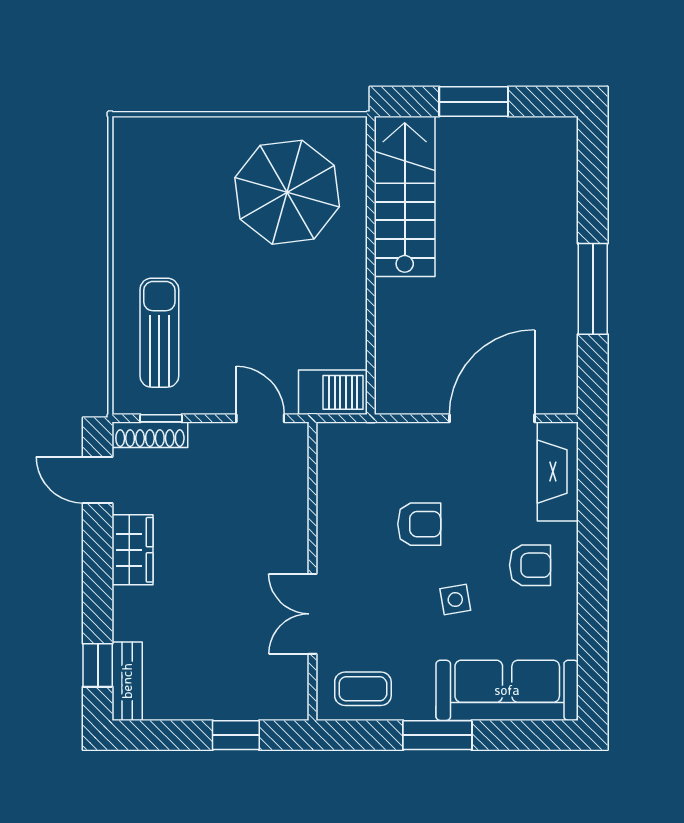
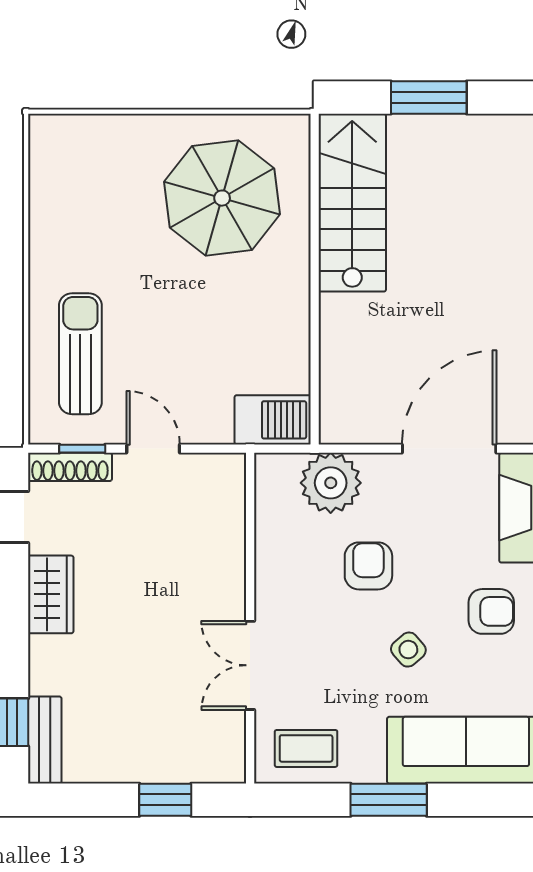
door: (260, 418) -> (153, 449), moved
plant: (385, 449) -> (331, 483), added
armchair: (419, 524) -> (368, 566), turned -90
side table: (455, 600) -> (408, 650), turned -31

